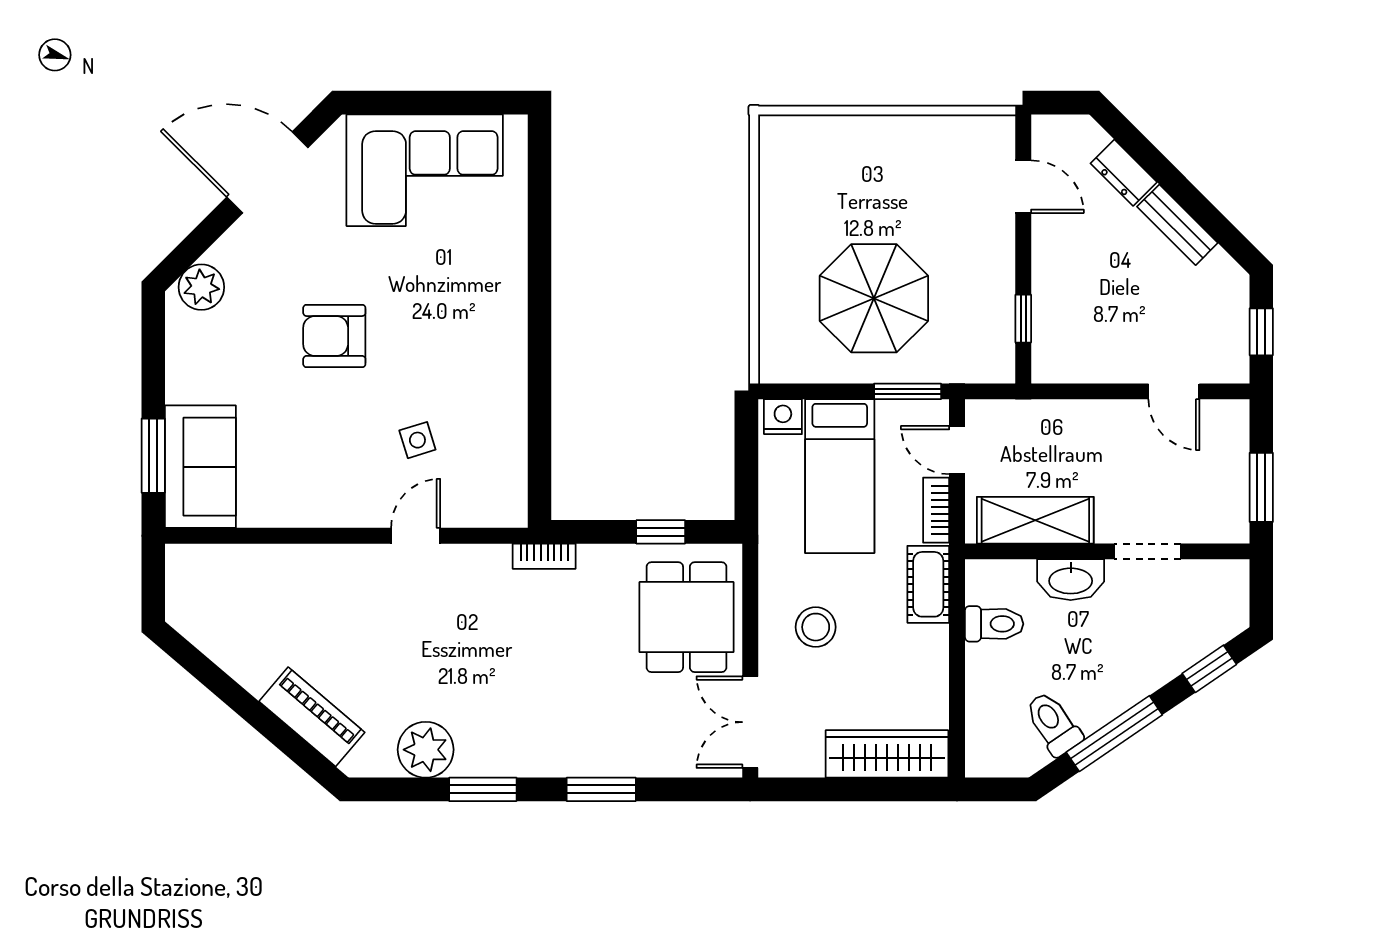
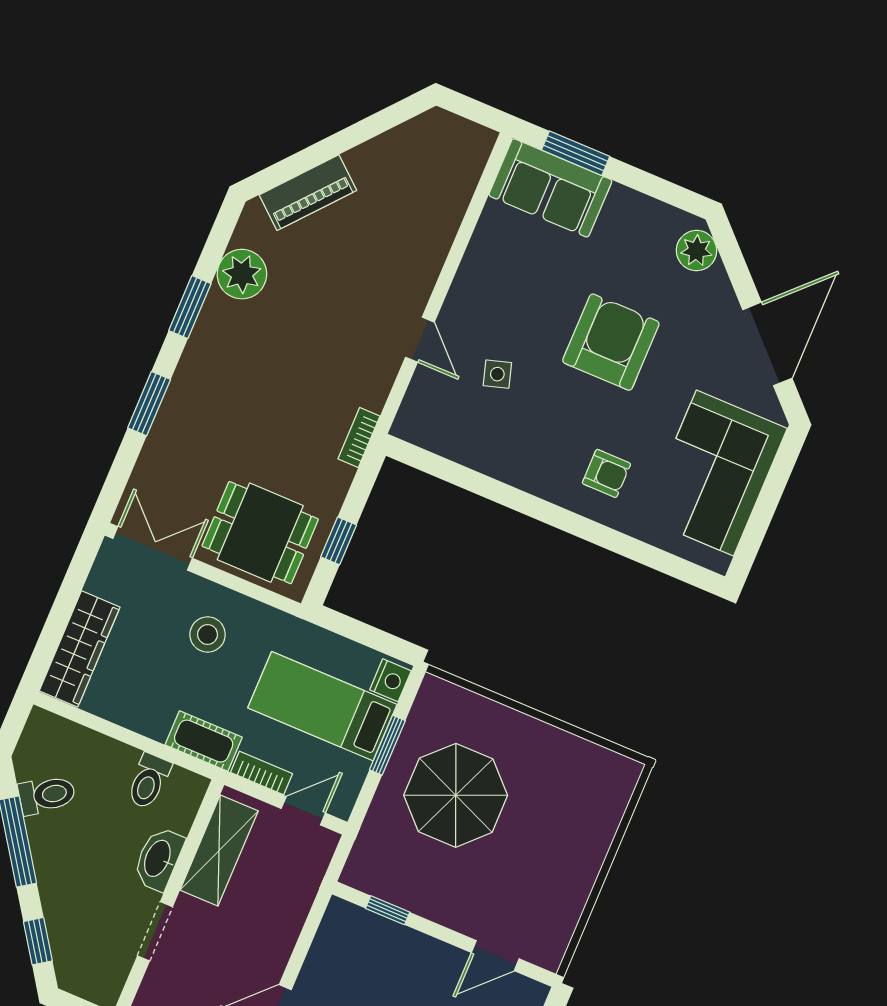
armchair: (473, 283) -> (606, 473), added
armchair: (334, 336) -> (611, 342), width x1.36, depth x1.36
window: (908, 391) -> (387, 745), moved

